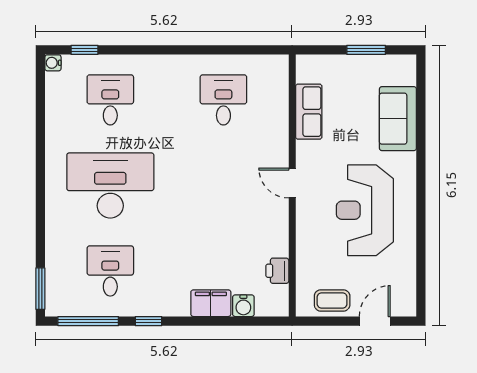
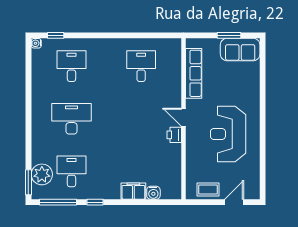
row of seats: (309, 112) -> (194, 73), width x1.48
sofa: (398, 119) -> (240, 50), moved, turned -90
desk: (110, 185) -> (71, 119), width x0.73, depth x0.77
printer: (277, 271) -> (174, 135), moved
plant: (62, 276) -> (42, 174), added

